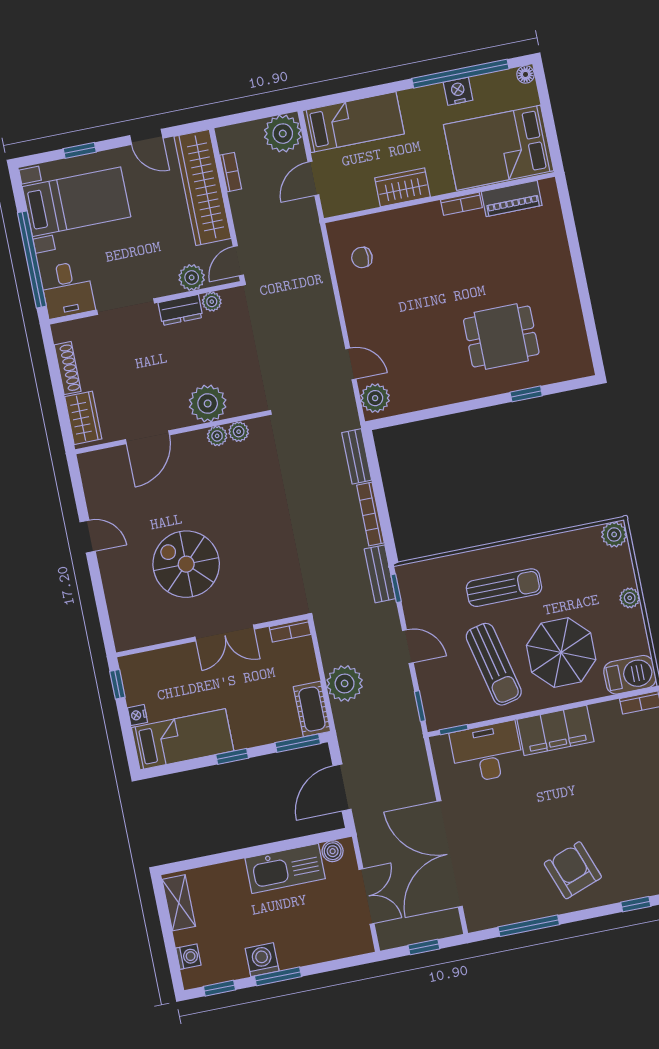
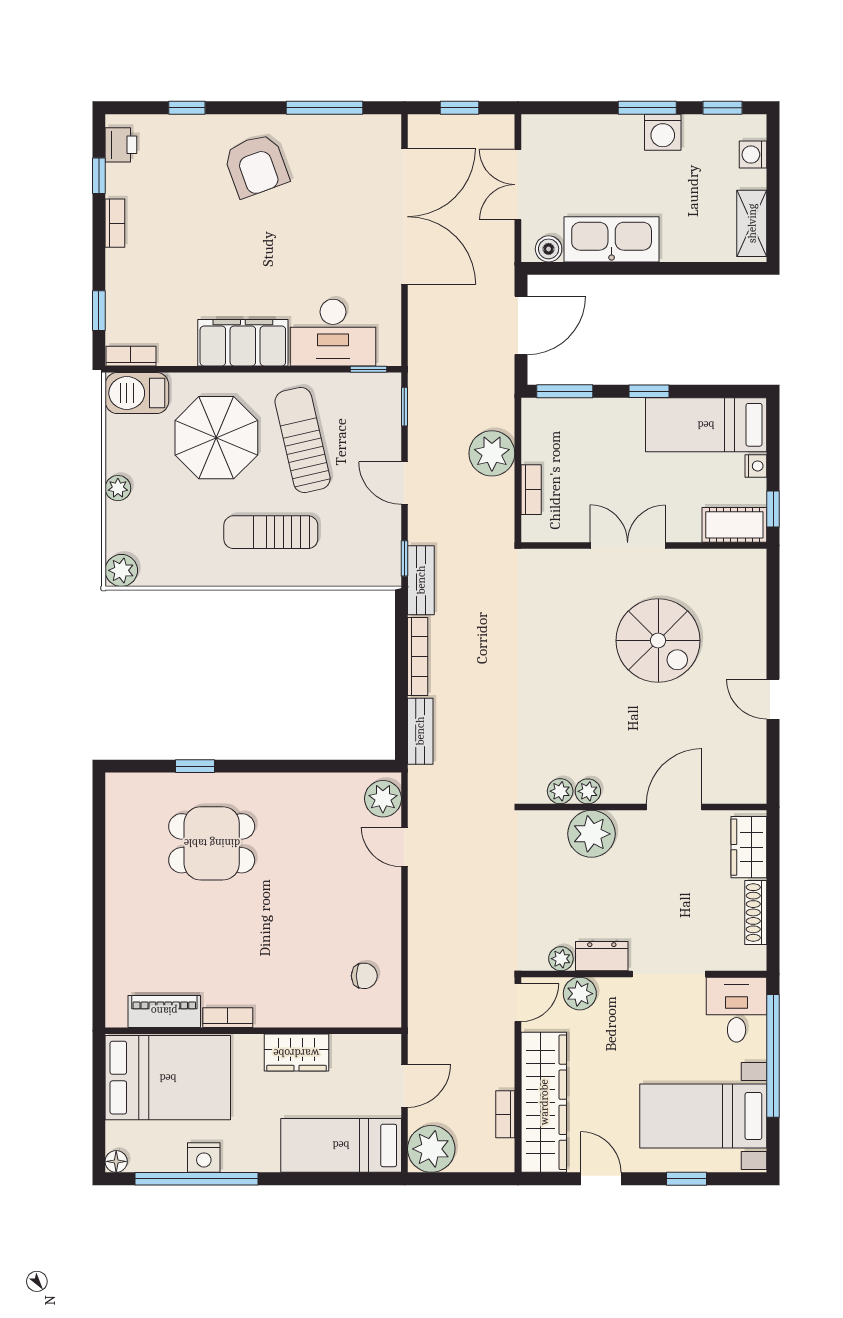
bookcase: (290, 630) -> (531, 490), moved, turned 90
cot: (312, 709) -> (734, 525), moved, turned 90

